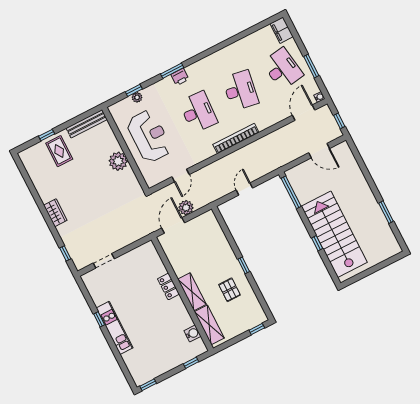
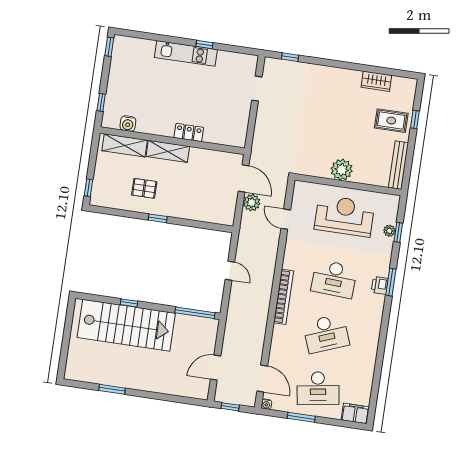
desk: (240, 90) -> (326, 334), turned -30
reception desk: (149, 136) -> (344, 216), turned 180
wardrobe: (55, 213) -> (376, 81), moved

